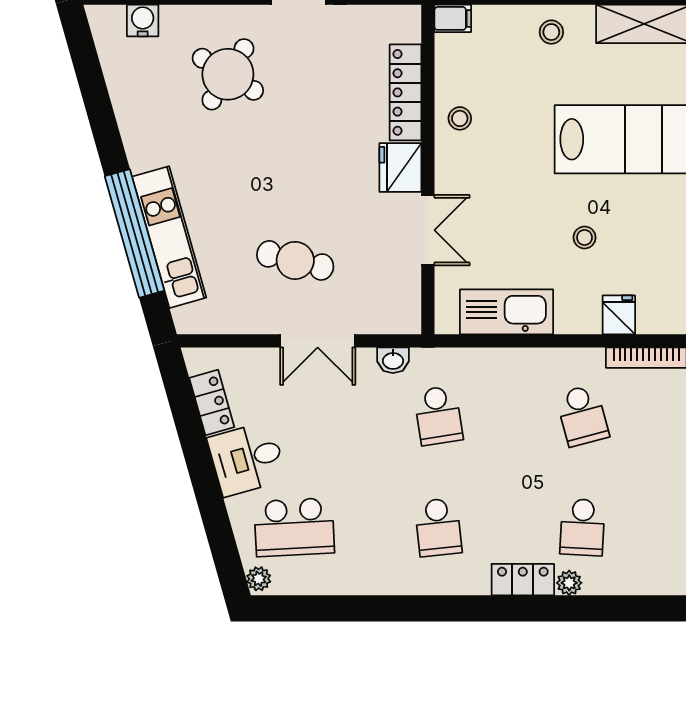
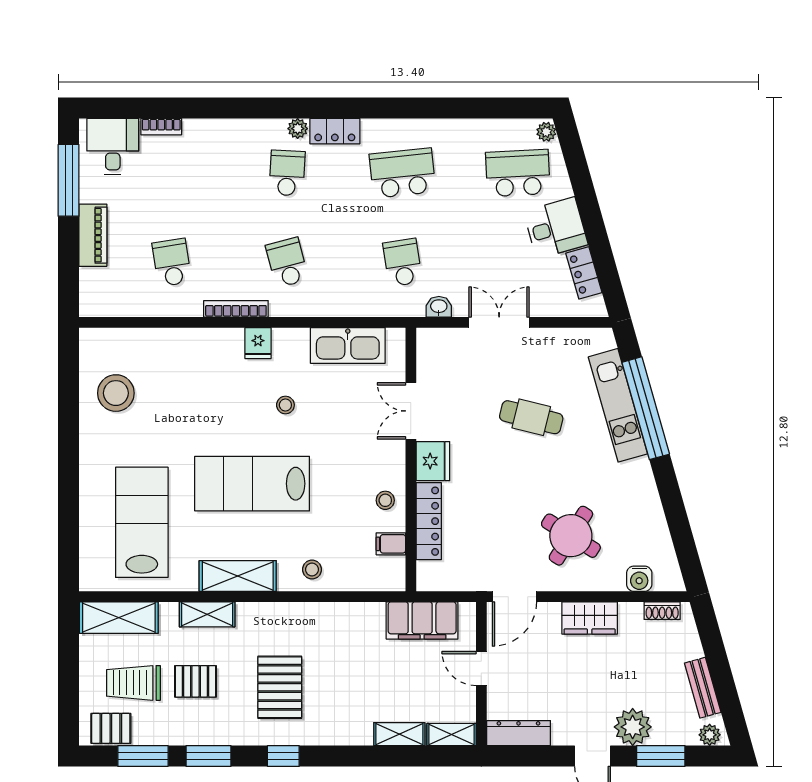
filing cabinet: (453, 18) -> (391, 544), moved
cafe table: (295, 260) -> (531, 417), moved
school desk: (438, 527) -> (403, 173), width x1.85

